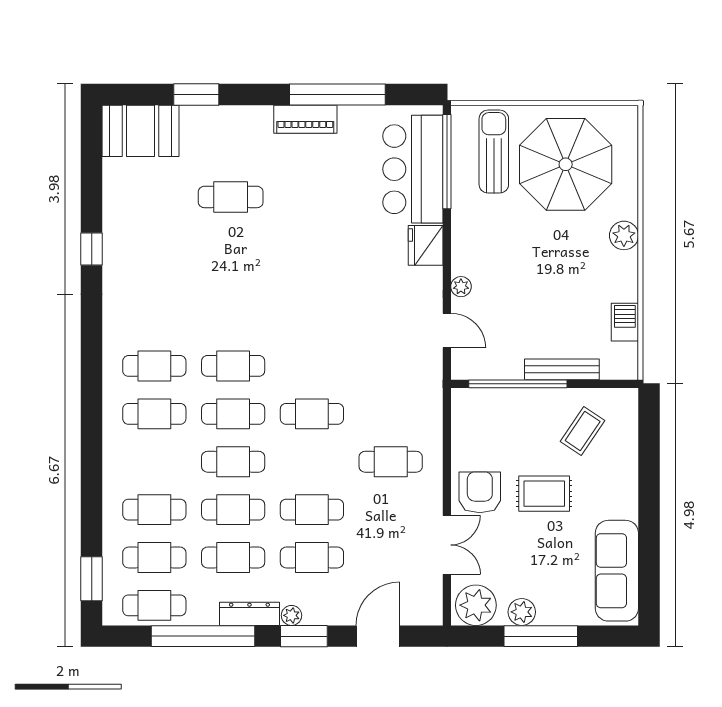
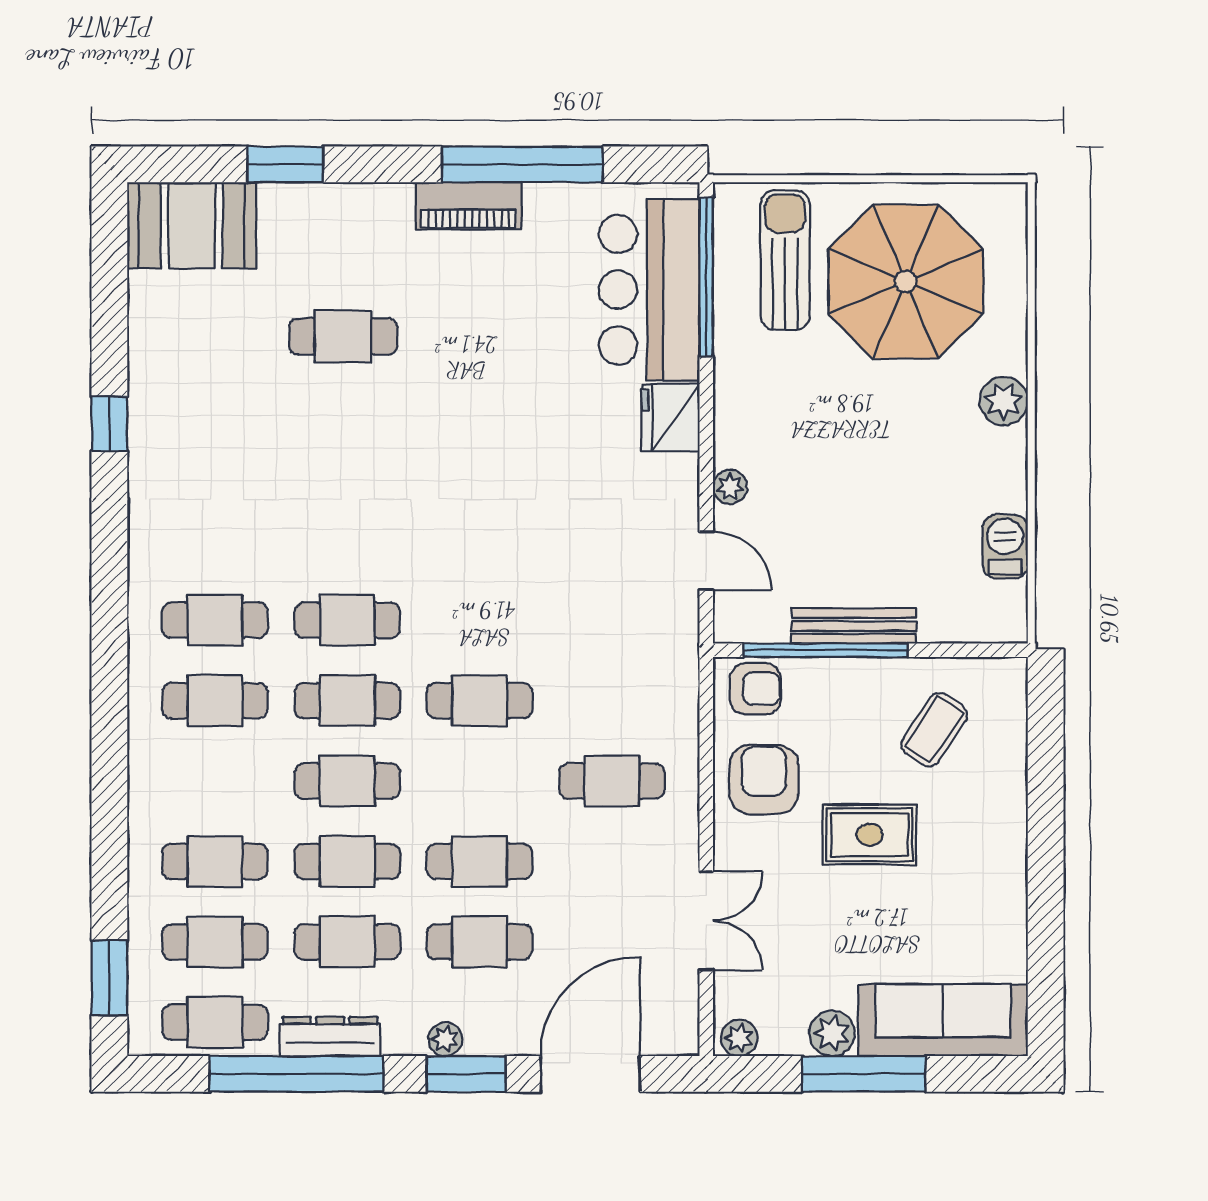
bench: (562, 369) -> (854, 626), moved
armchair: (476, 407) -> (755, 689), added
armchair: (480, 492) -> (764, 779), moved
sofa: (617, 571) -> (943, 1020), moved, turned 90
plant: (476, 605) -> (739, 1038), width x0.53, depth x0.53
dresser: (249, 614) -> (330, 1037), moved
door: (378, 636) -> (590, 1074), width x1.36

